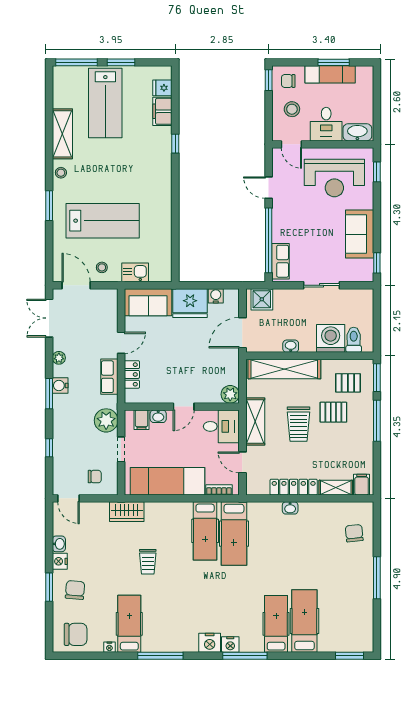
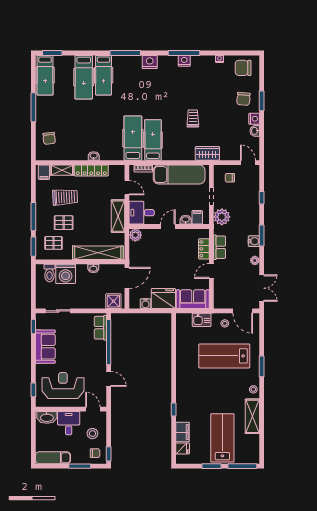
window: (334, 62) -> (80, 466), moved
exam couch: (330, 74) -> (53, 458), moved
sliding door: (322, 285) -> (58, 311), moved
trolley: (298, 424) -> (65, 197), moved, turned 87
hospital bed: (129, 624) -> (45, 75), moved
nightstand: (230, 645) -> (184, 61), moved

